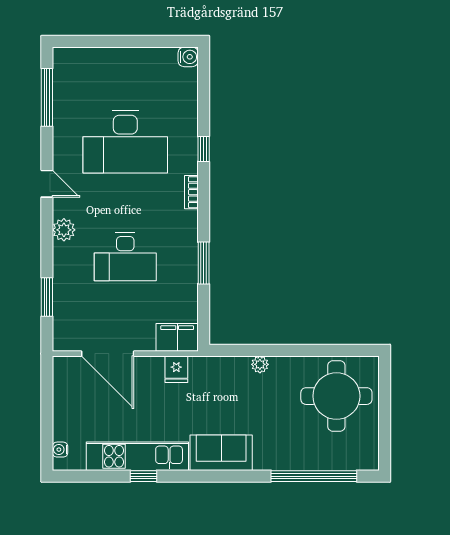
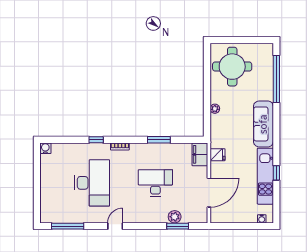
plant: (64, 230) -> (175, 217), moved
desk: (125, 257) -> (155, 183), turned -90
sofa: (221, 453) -> (263, 124), width x1.36

